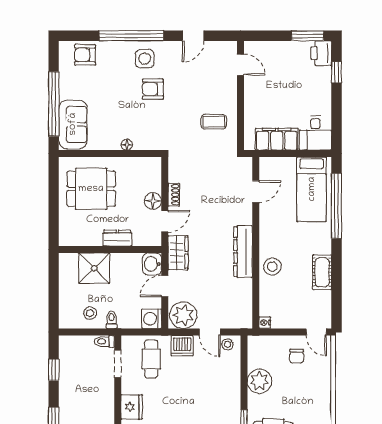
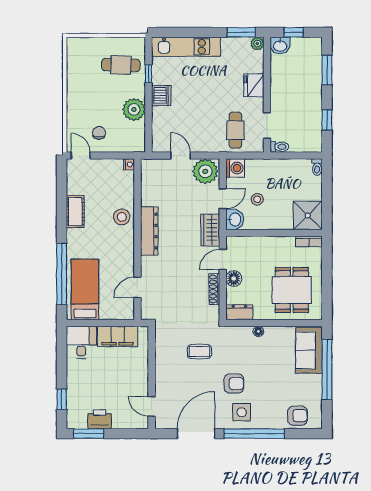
door: (193, 36) -> (196, 434), width x1.88
printer: (321, 53) -> (100, 419), moved, turned -90
coffee table: (214, 122) -> (199, 352), moved
dining table: (91, 189) -> (292, 290), turned 90
shoe rack: (174, 195) -> (214, 289), width x1.43
dresser: (117, 238) -> (239, 312), moved, turned 180
bookcase: (73, 240) -> (309, 241), added
shower: (94, 268) -> (308, 215), moved
stool: (90, 313) -> (257, 199), moved
toilet: (112, 320) -> (317, 167), moved
stool: (228, 344) -> (164, 144), removed
dishwasher: (182, 346) -> (161, 95), moved, turned 90

